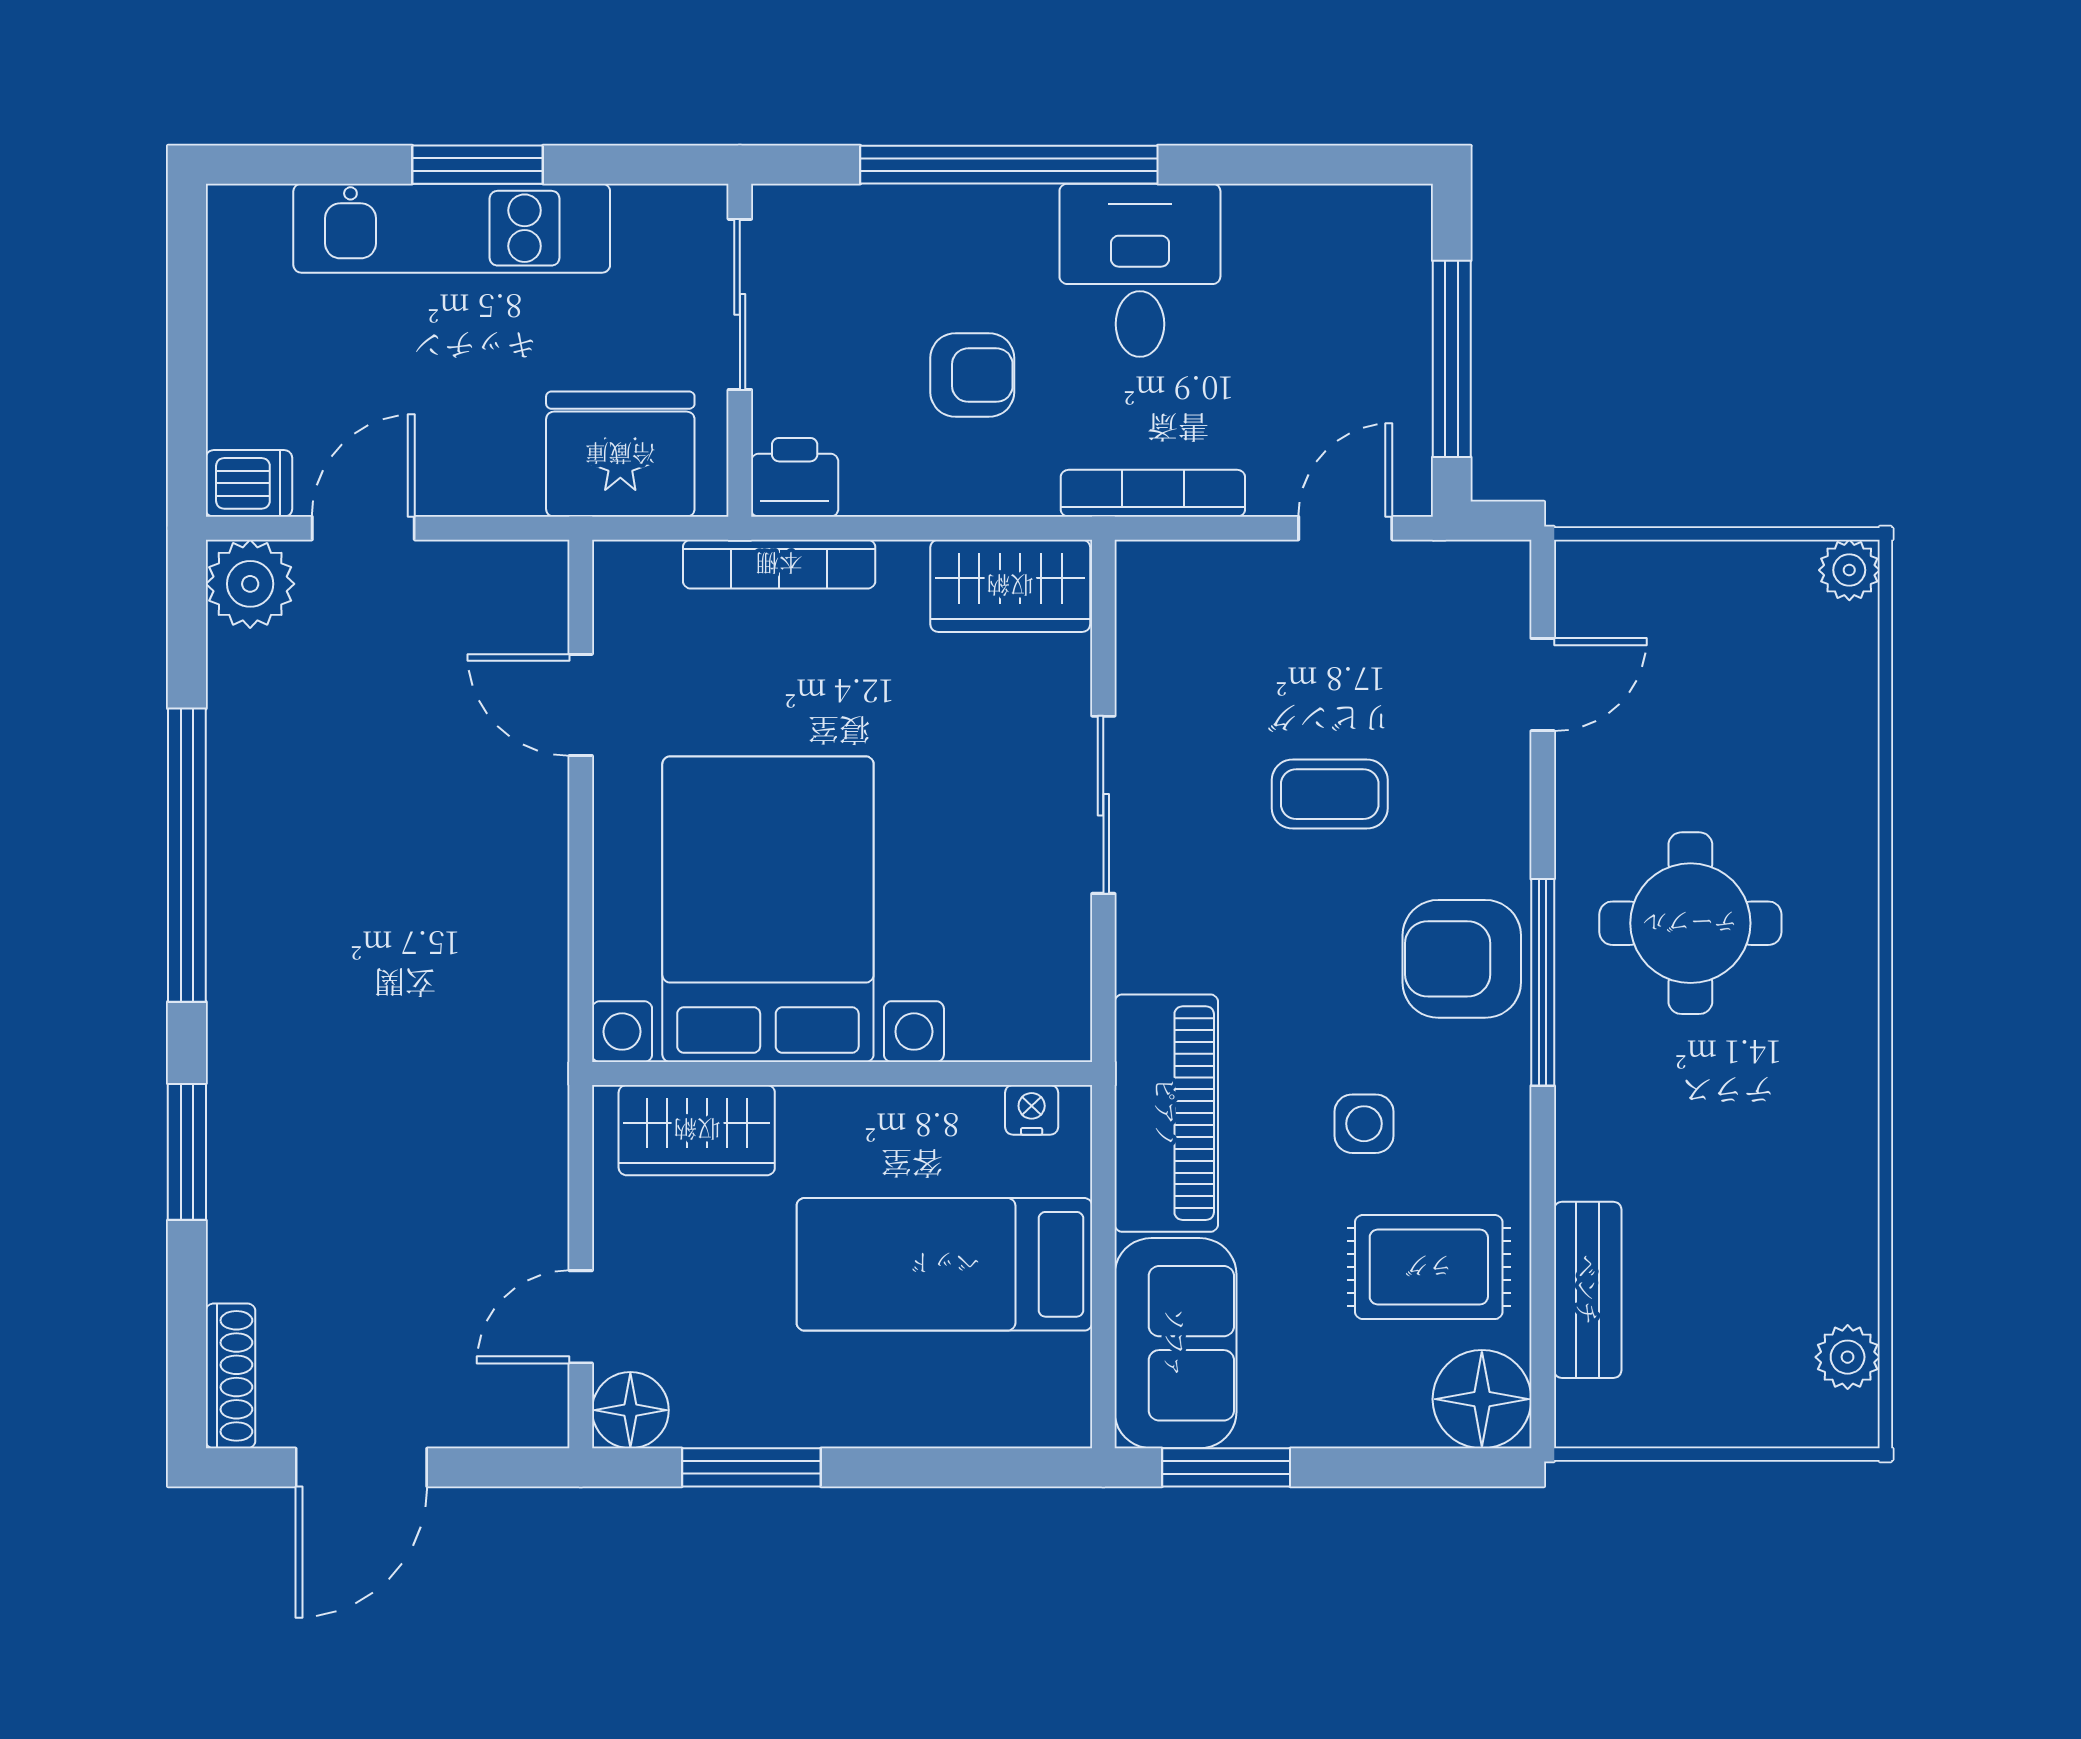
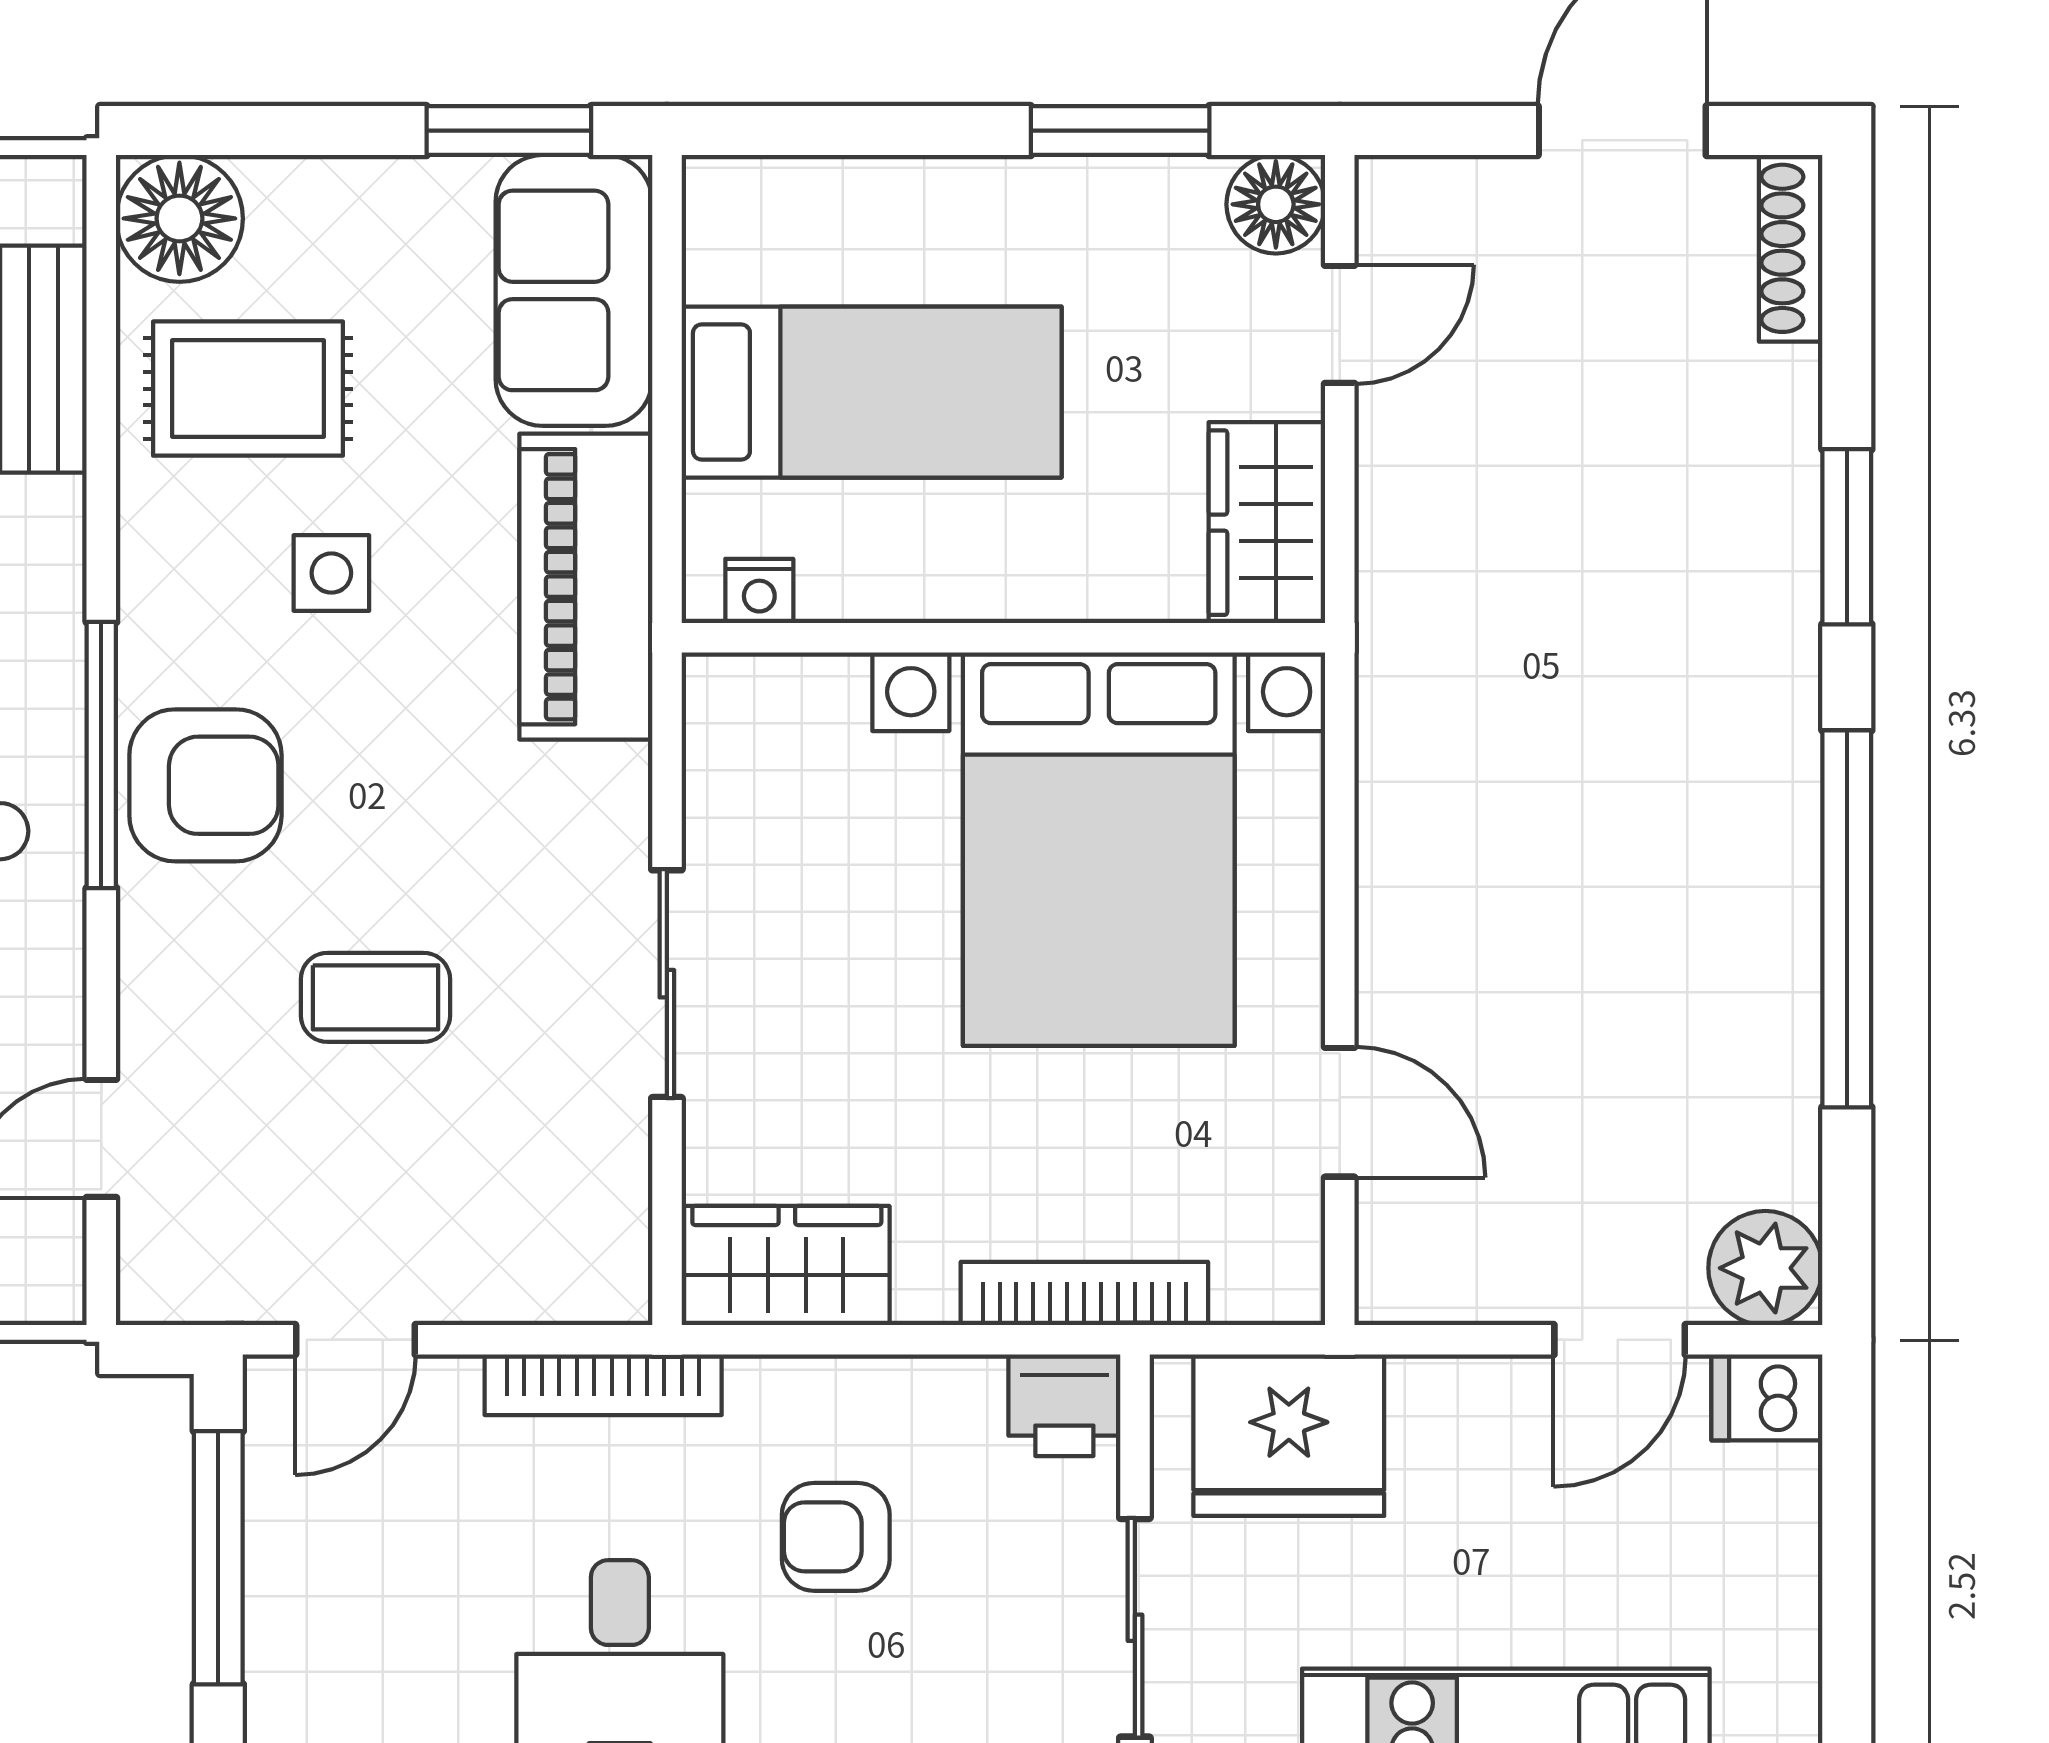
wardrobe: (697, 1130) -> (1267, 523), moved, turned -90

